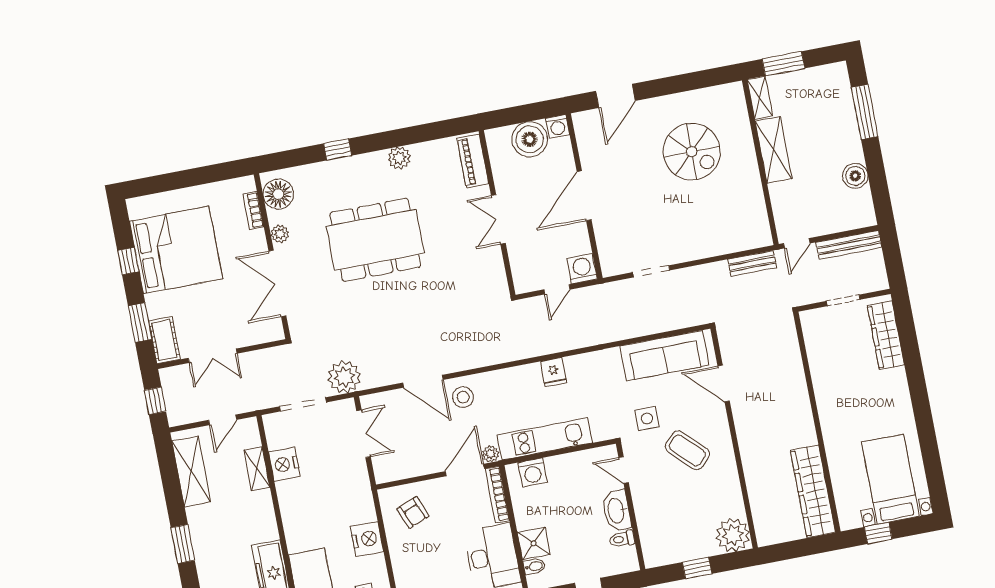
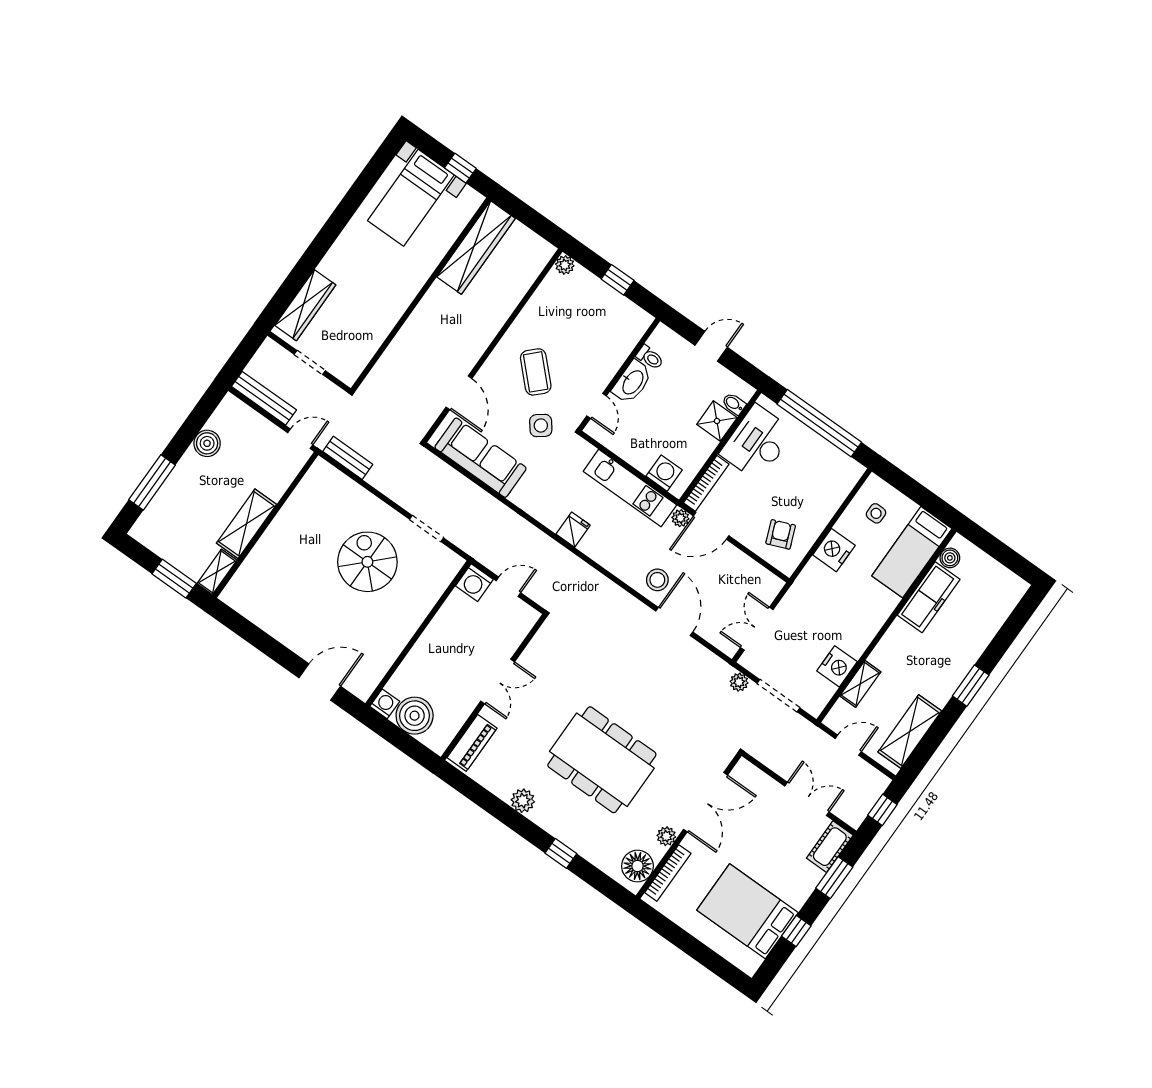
spiral stairs: (692, 152) -> (367, 562), moved
door: (584, 196) -> (418, 634), removed
bookcase: (253, 210) -> (668, 873), width x1.56
bed: (176, 250) -> (747, 911), width x0.73
plant: (344, 377) -> (739, 682), width x0.53, depth x0.53
side table: (647, 419) -> (541, 425), turned -38
plant: (733, 535) -> (565, 265), width x0.53, depth x0.53

